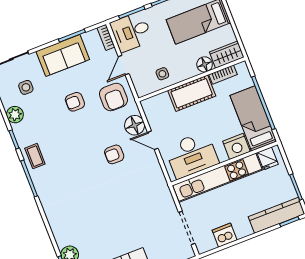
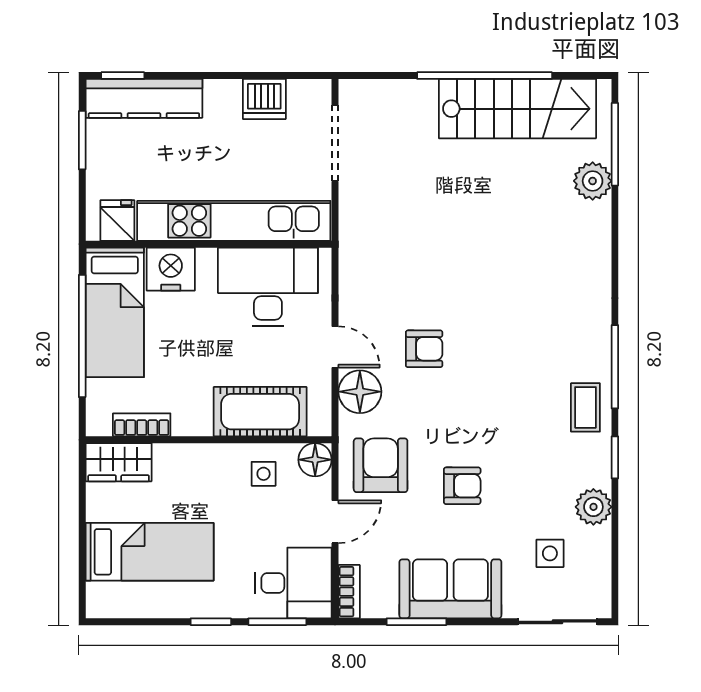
floor lamp: (205, 64) -> (315, 460), moved
cot: (192, 93) -> (260, 412), moved

